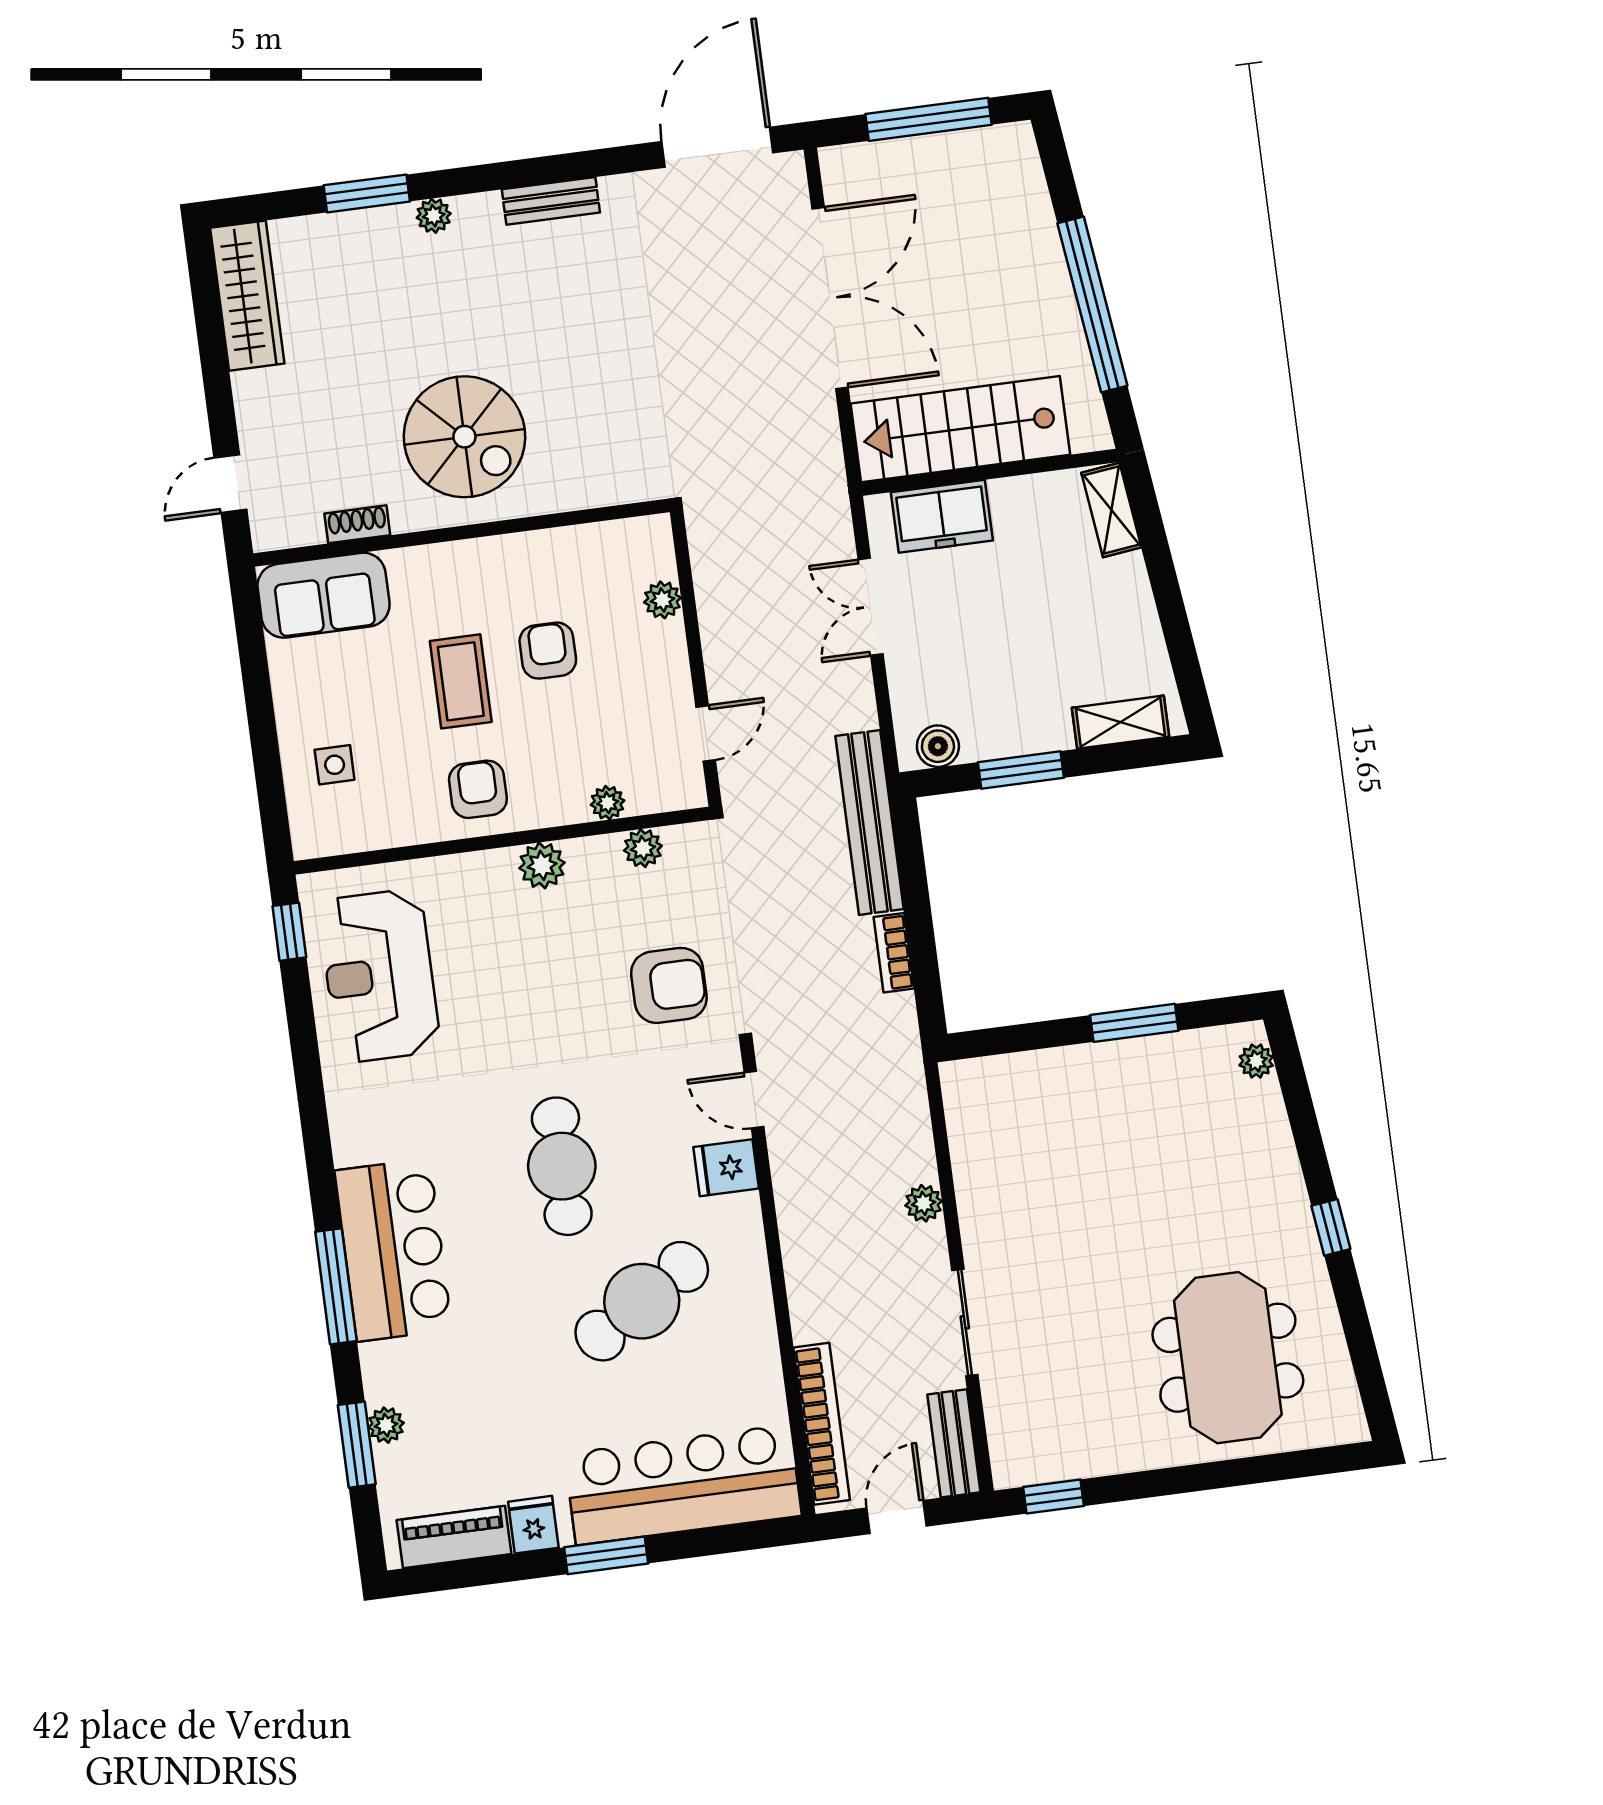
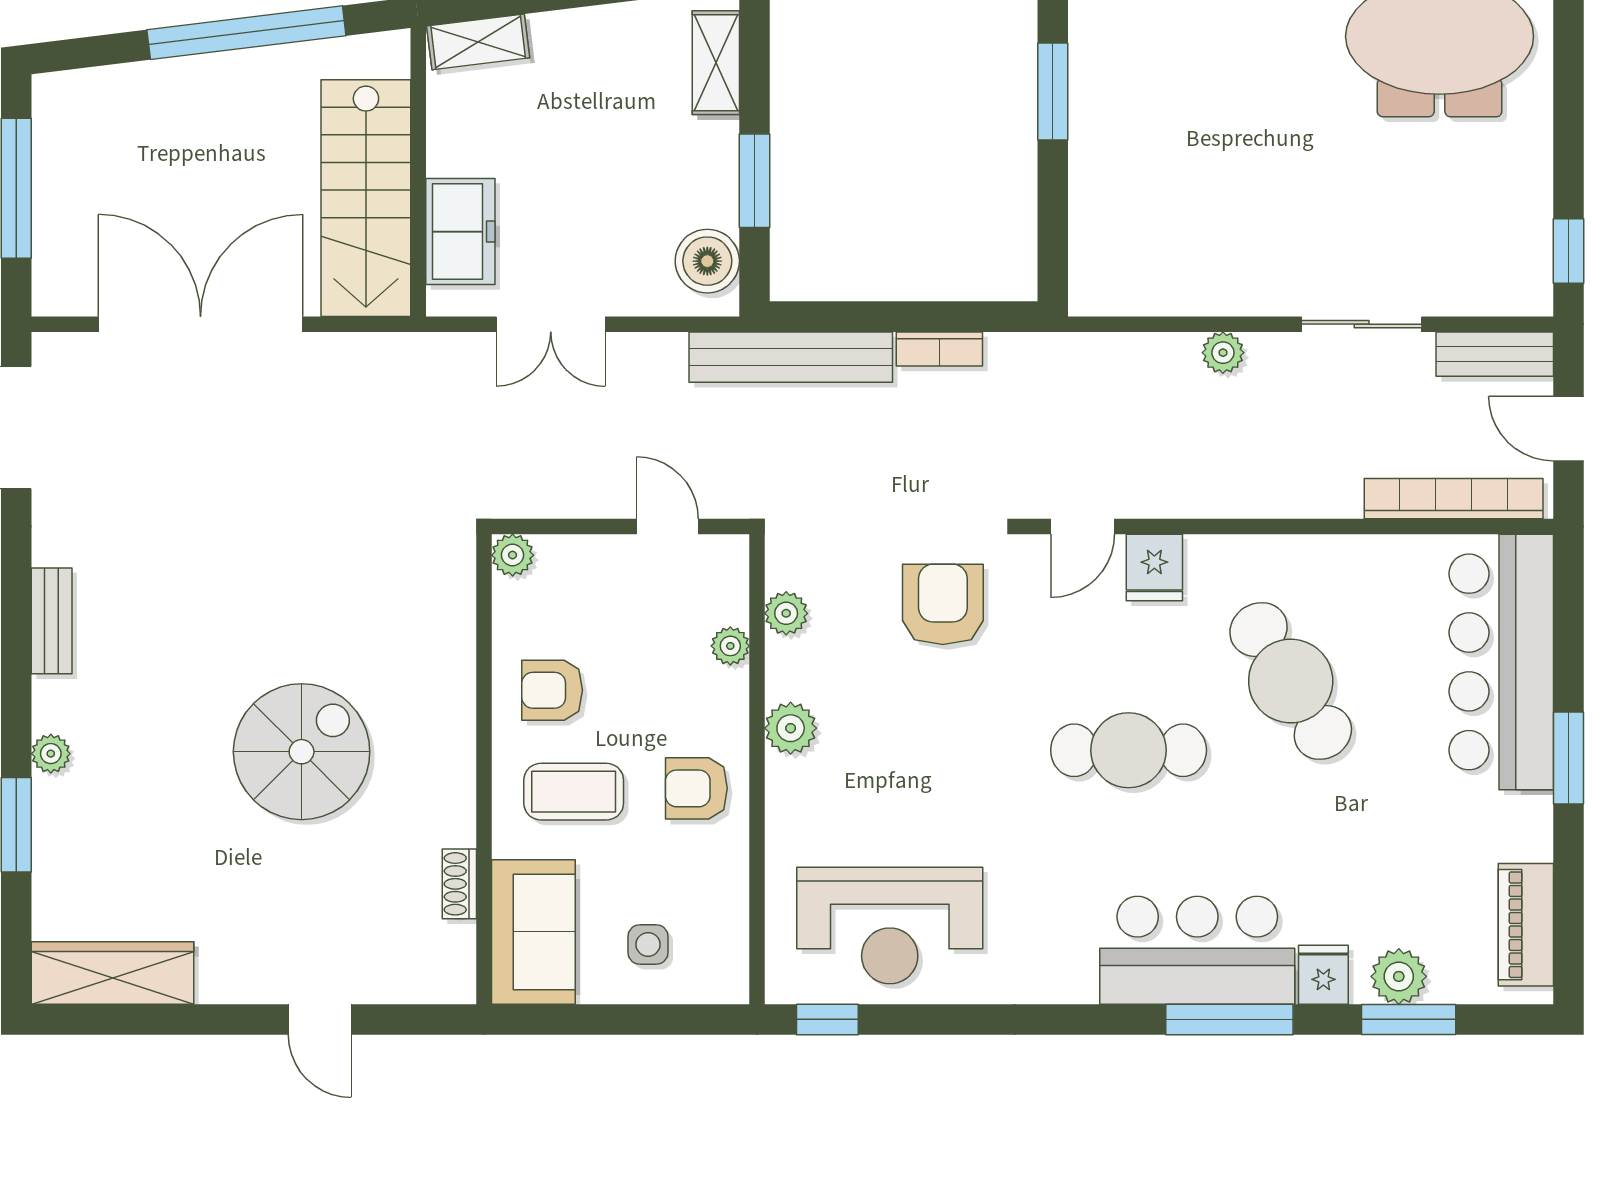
shoe rack: (357, 524) -> (459, 884), moved
wall: (461, 533) -> (484, 769), moved
sofa: (324, 595) -> (533, 932), moved
boiler: (938, 746) -> (707, 261), width x1.36, depth x1.36
plant: (386, 1425) -> (1399, 976), width x1.38, depth x1.38
fridge: (533, 1525) -> (1323, 975), moved, turned 90

